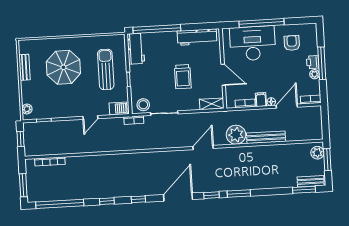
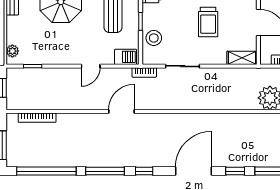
stool: (143, 105) -> (154, 38), moved
door: (203, 148) -> (121, 111), moved
window: (107, 201) -> (105, 171), width x2.17

